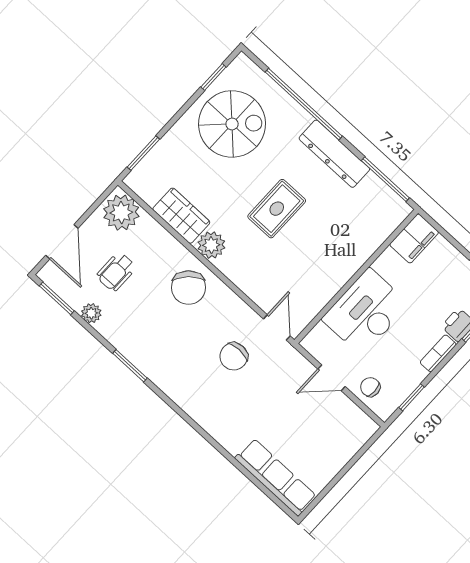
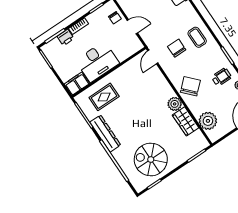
rug: (277, 209) -> (104, 97), moved
plant: (121, 213) -> (208, 121), moved
wheelchair: (116, 272) -> (221, 77), moved
desk: (366, 312) -> (97, 62), moved
chair: (234, 356) -> (177, 48), turned -90
coffee table: (198, 388) -> (197, 37), added

